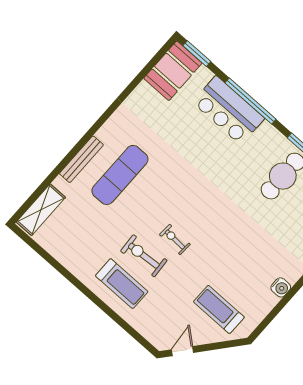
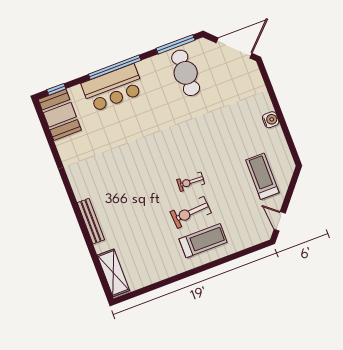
window: (197, 54) -> (56, 89), width x0.67
exercise mat: (120, 175) -> (119, 198), removed
treadmill: (219, 309) -> (262, 176), turned 90

